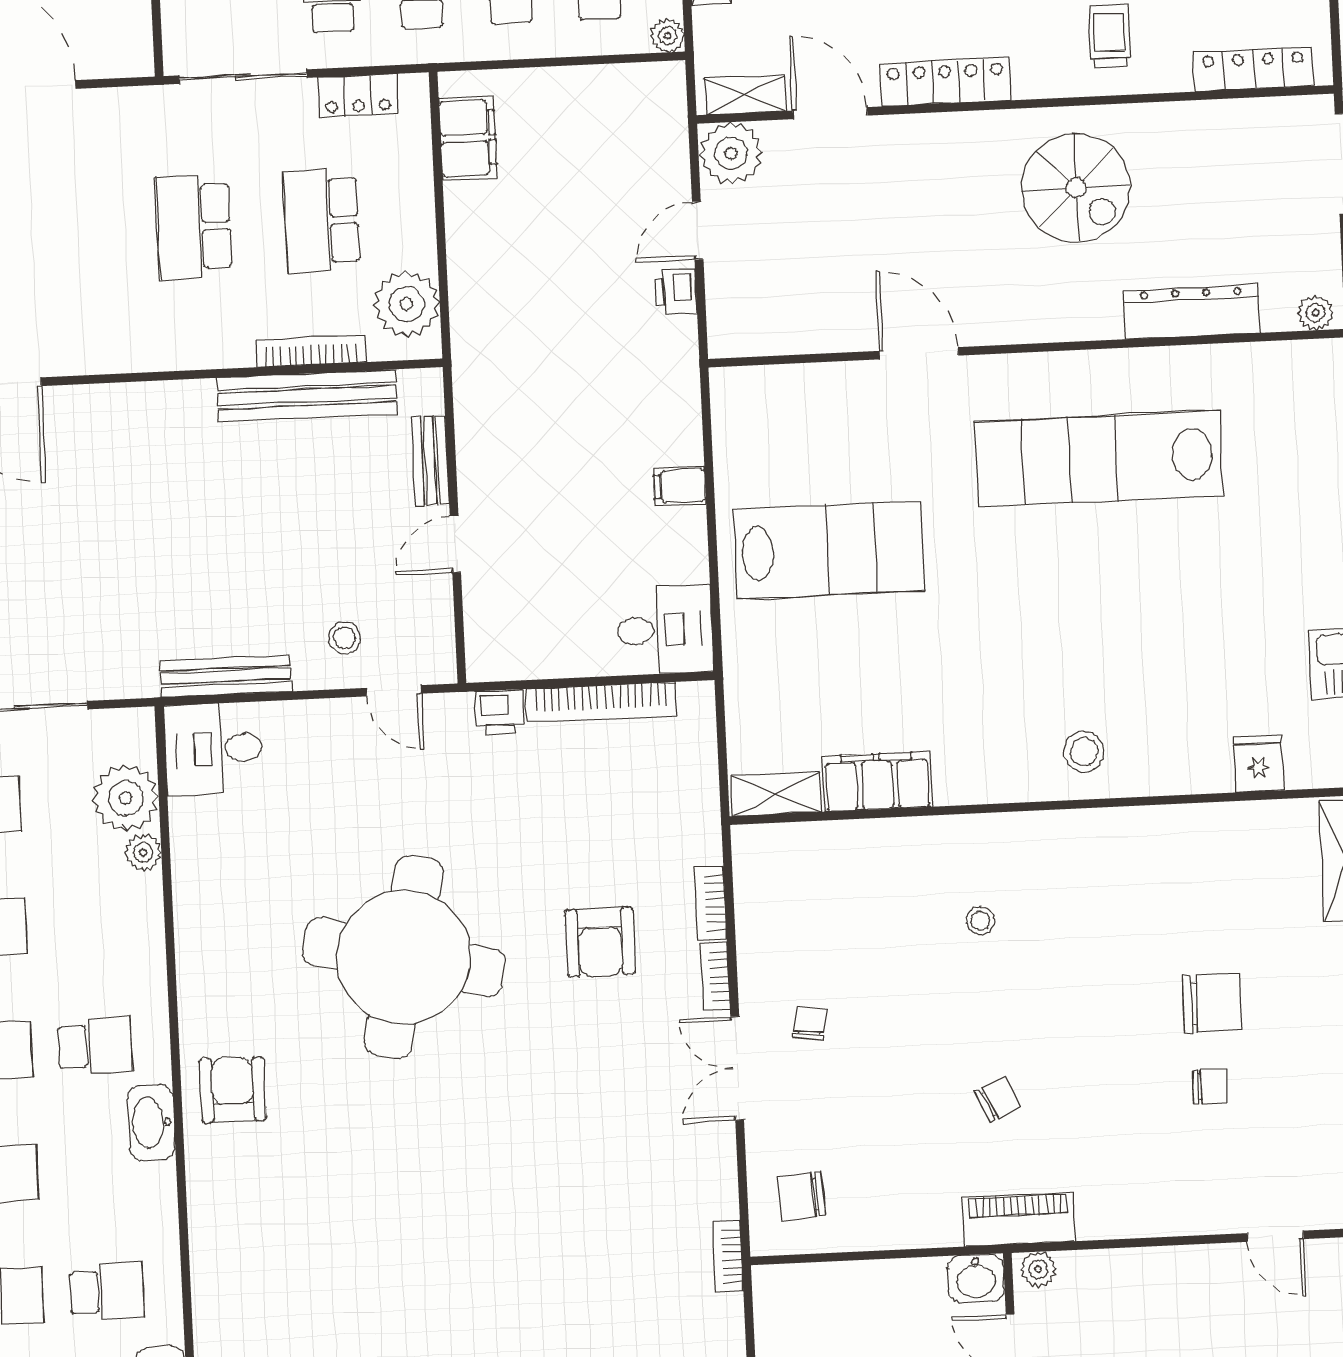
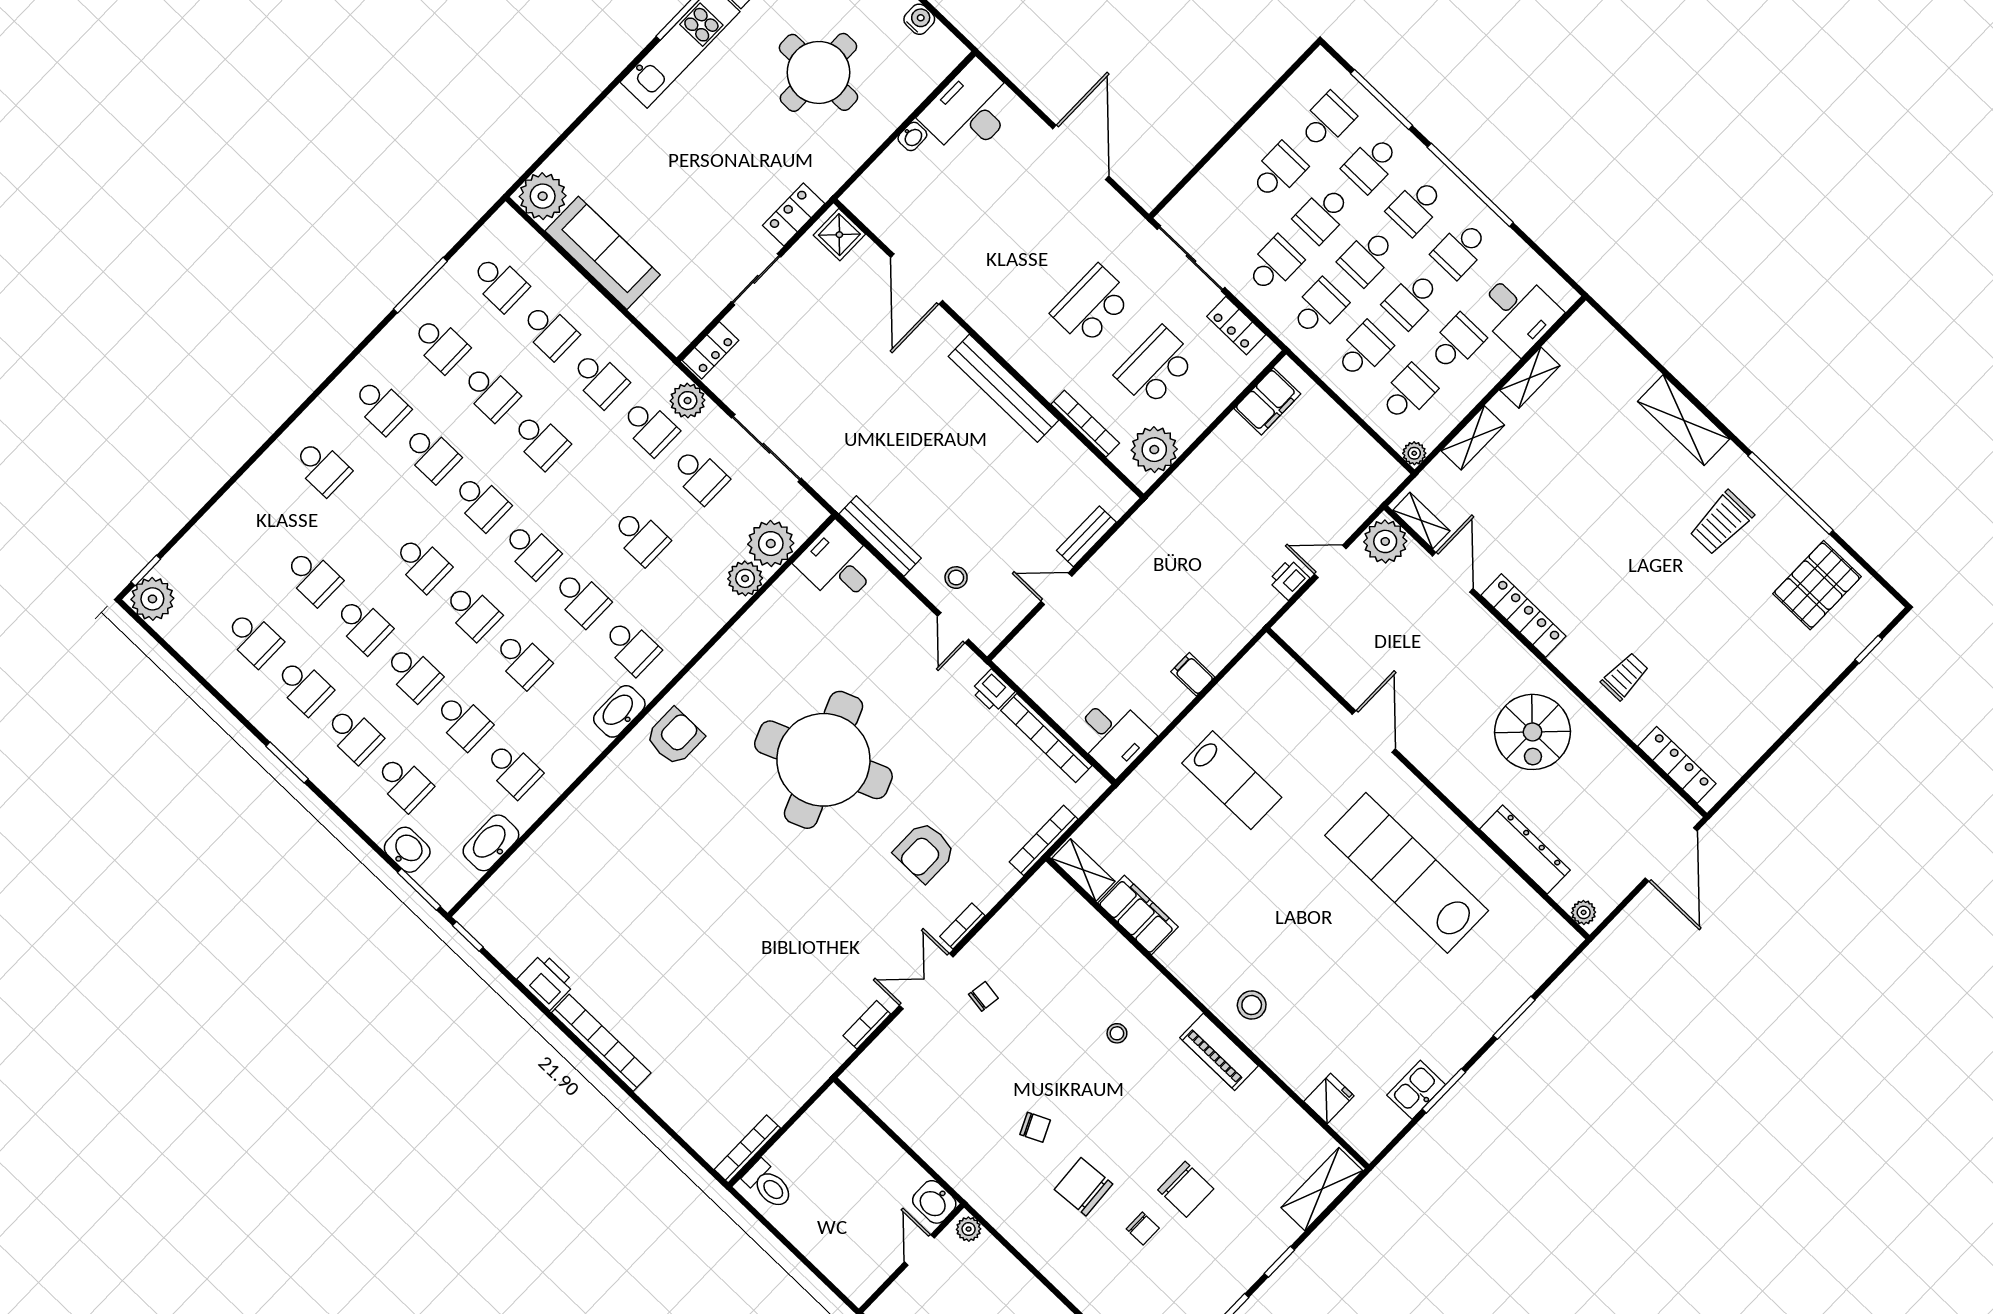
bench: (307, 396) -> (1003, 388), moved
lab bench: (829, 550) -> (1232, 780), width x0.73, depth x0.72
plant: (143, 852) -> (745, 578), width x1.38, depth x1.38
bookcase: (711, 903) -> (1044, 840), moved, width x1.56
round table: (404, 957) -> (823, 760), turned -35
chair: (802, 1196) -> (1084, 1187), moved, width x1.37, depth x1.37
piano: (1019, 1219) -> (1219, 1052), moved, turned 180
bookcase: (728, 1257) -> (867, 1025), moved

